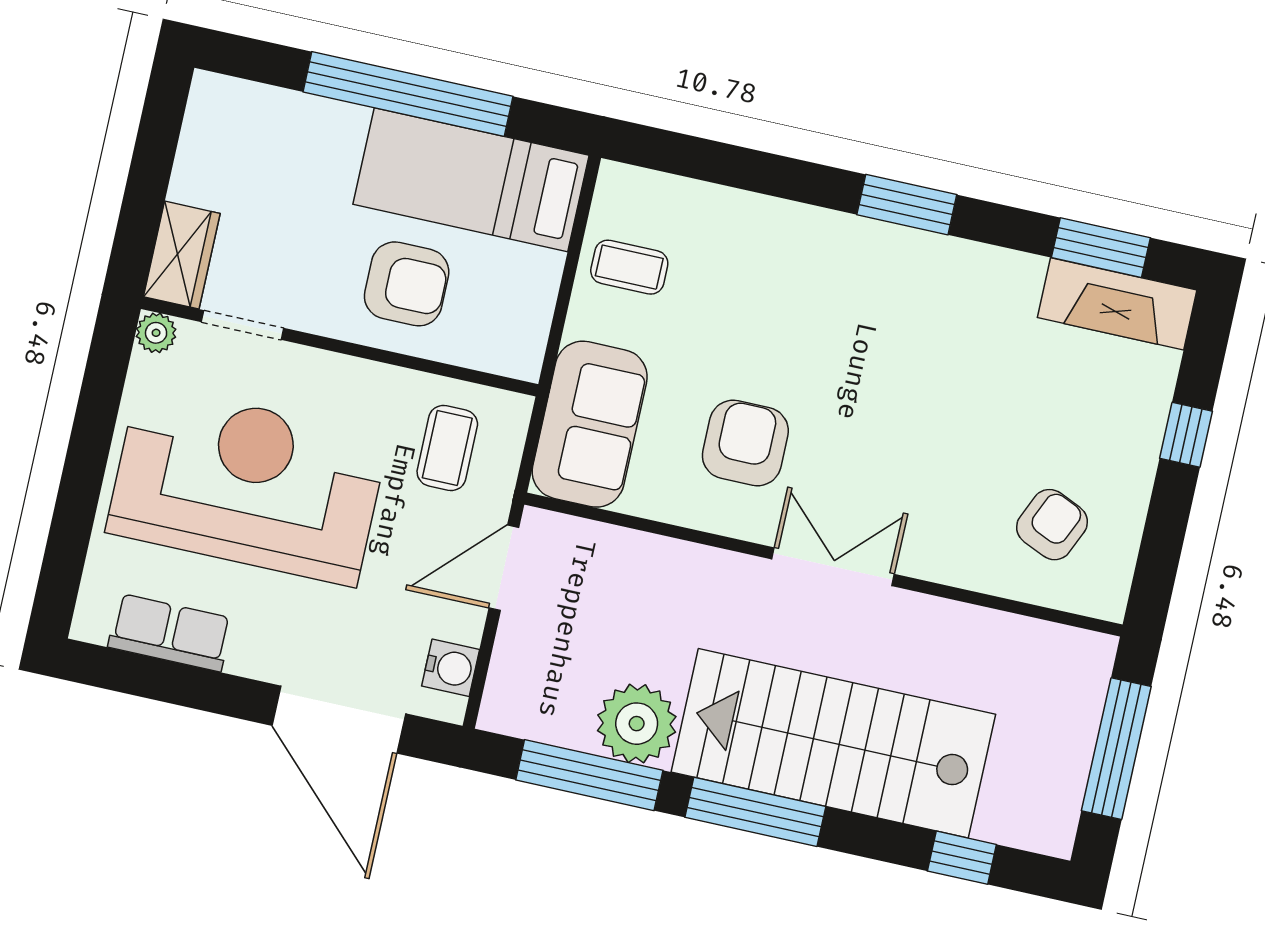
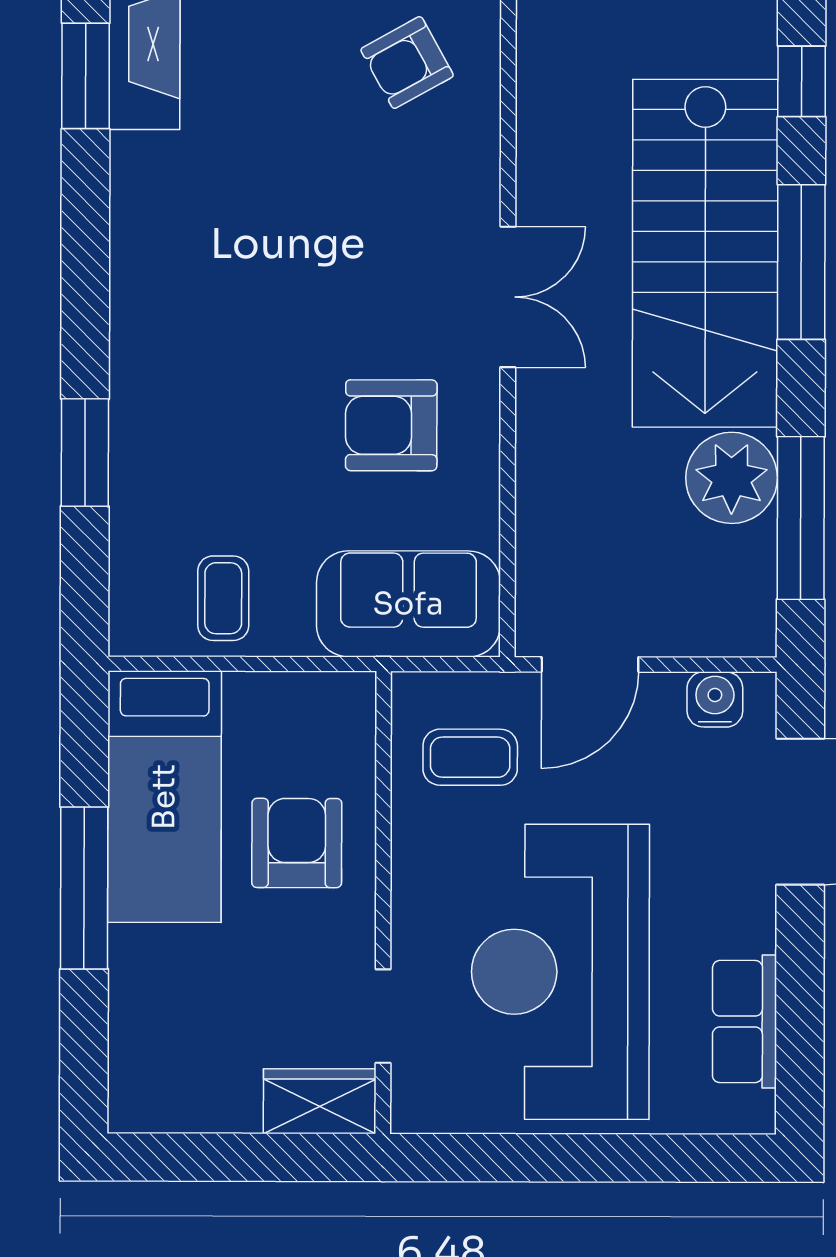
window: (408, 94) -> (84, 888), width x0.68
window: (907, 205) -> (85, 452), moved
plant: (156, 333) -> (413, 1111), removed
armchair: (1052, 525) -> (407, 63), turned -53
double door: (833, 567) -> (508, 297), swing flipped
door: (504, 568) -> (590, 664), hinge flipped
window: (755, 812) -> (801, 262), moved

